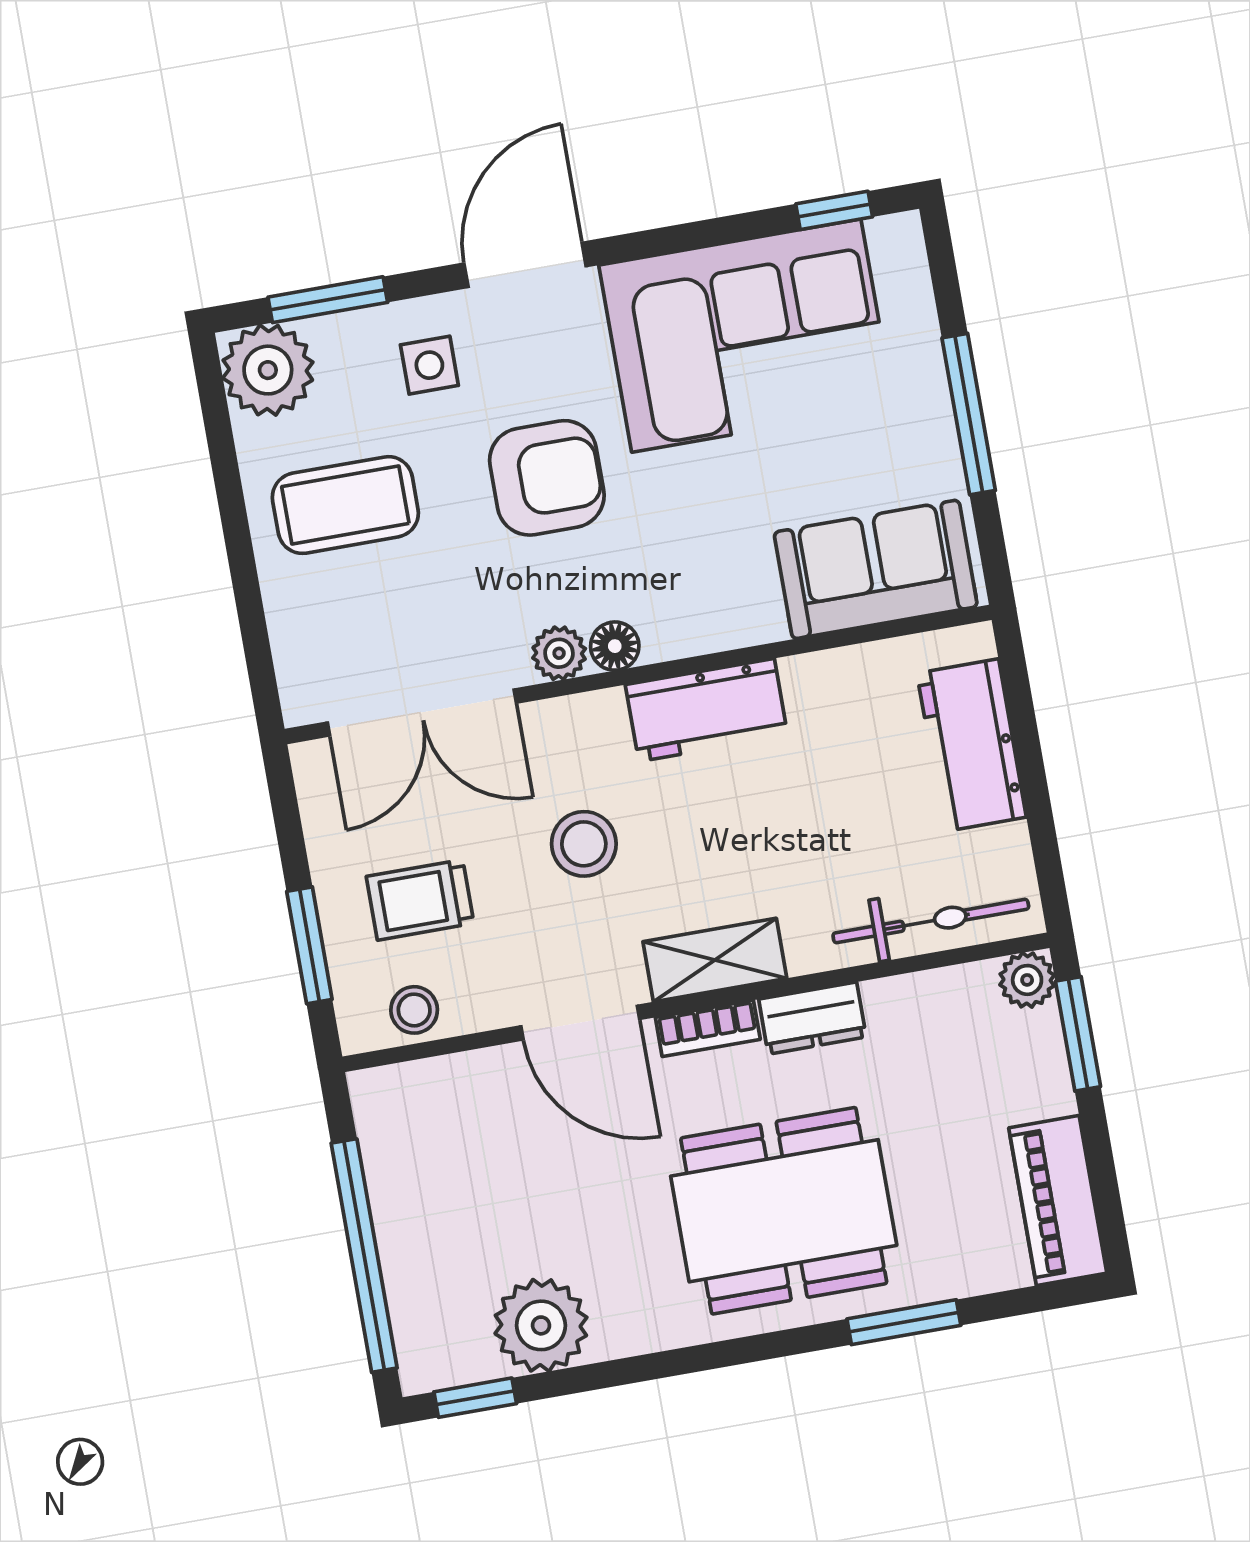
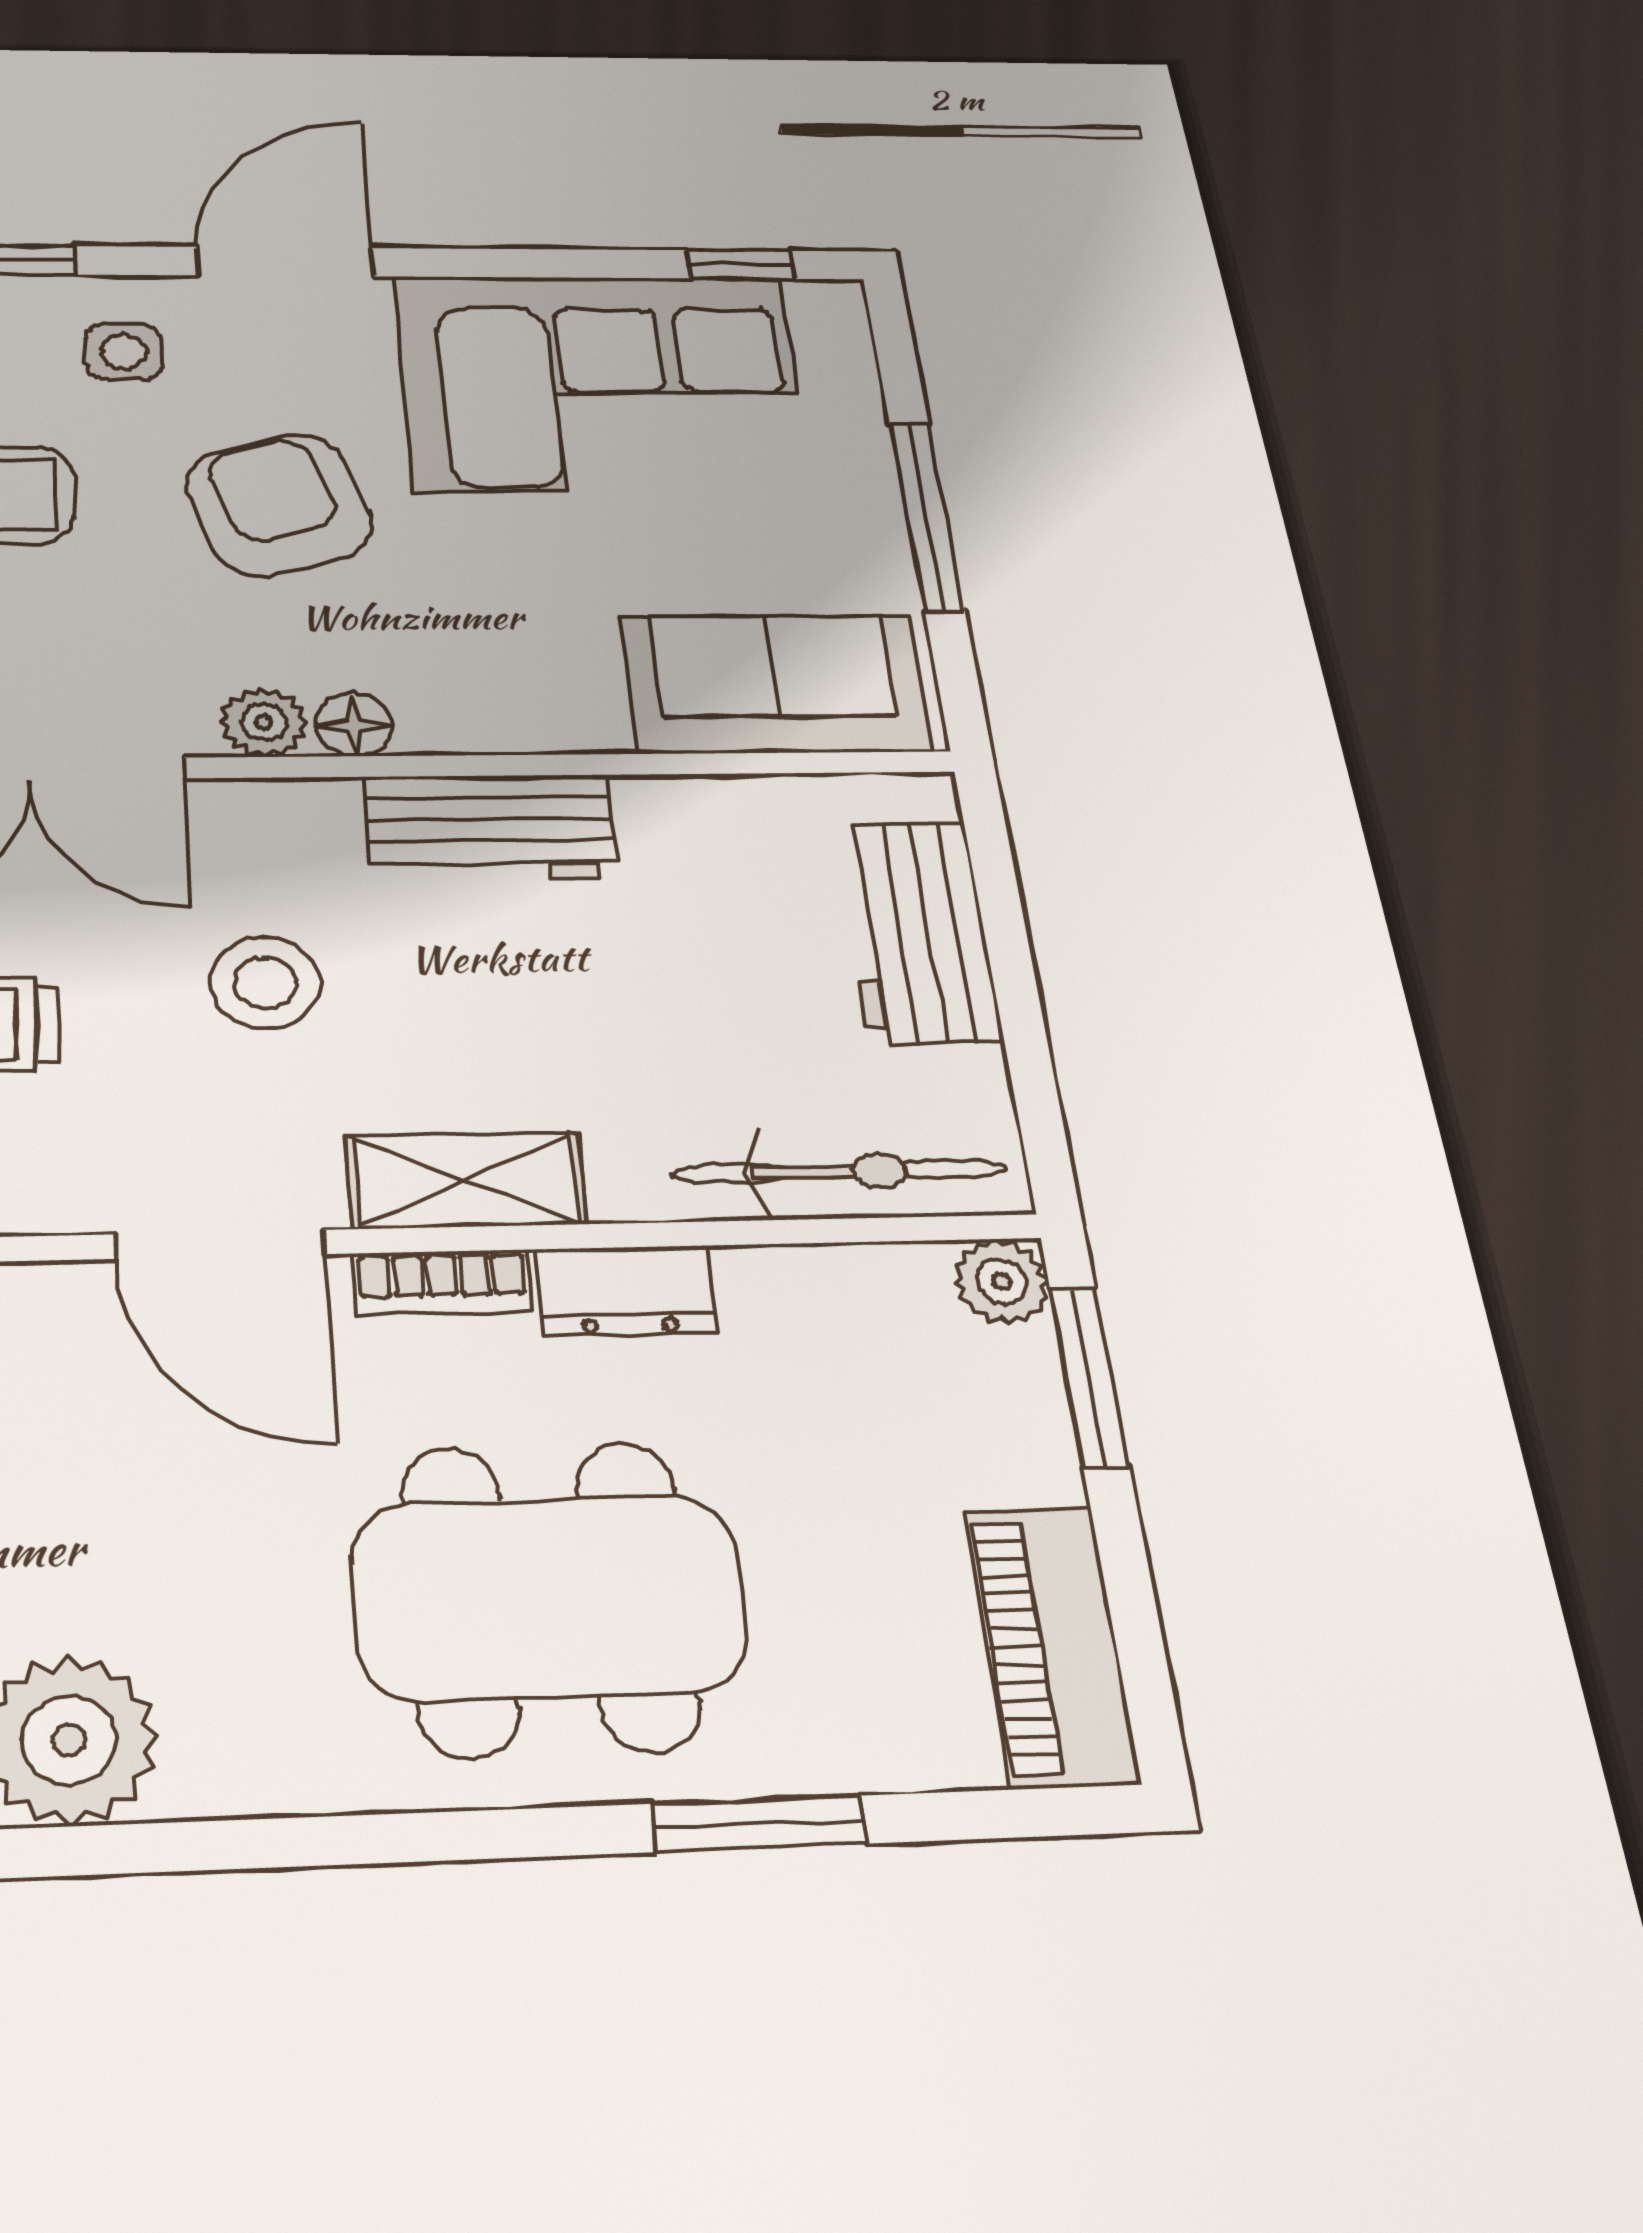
armchair: (547, 478) -> (279, 505), turned -108

